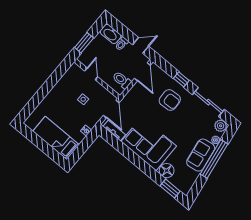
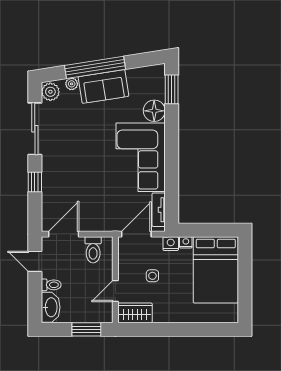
wardrobe: (72, 75) -> (135, 313), added
armchair: (170, 100) -> (70, 175), removed
nightstand: (92, 122) -> (171, 244), added
bed: (56, 138) -> (216, 270), width x1.50

